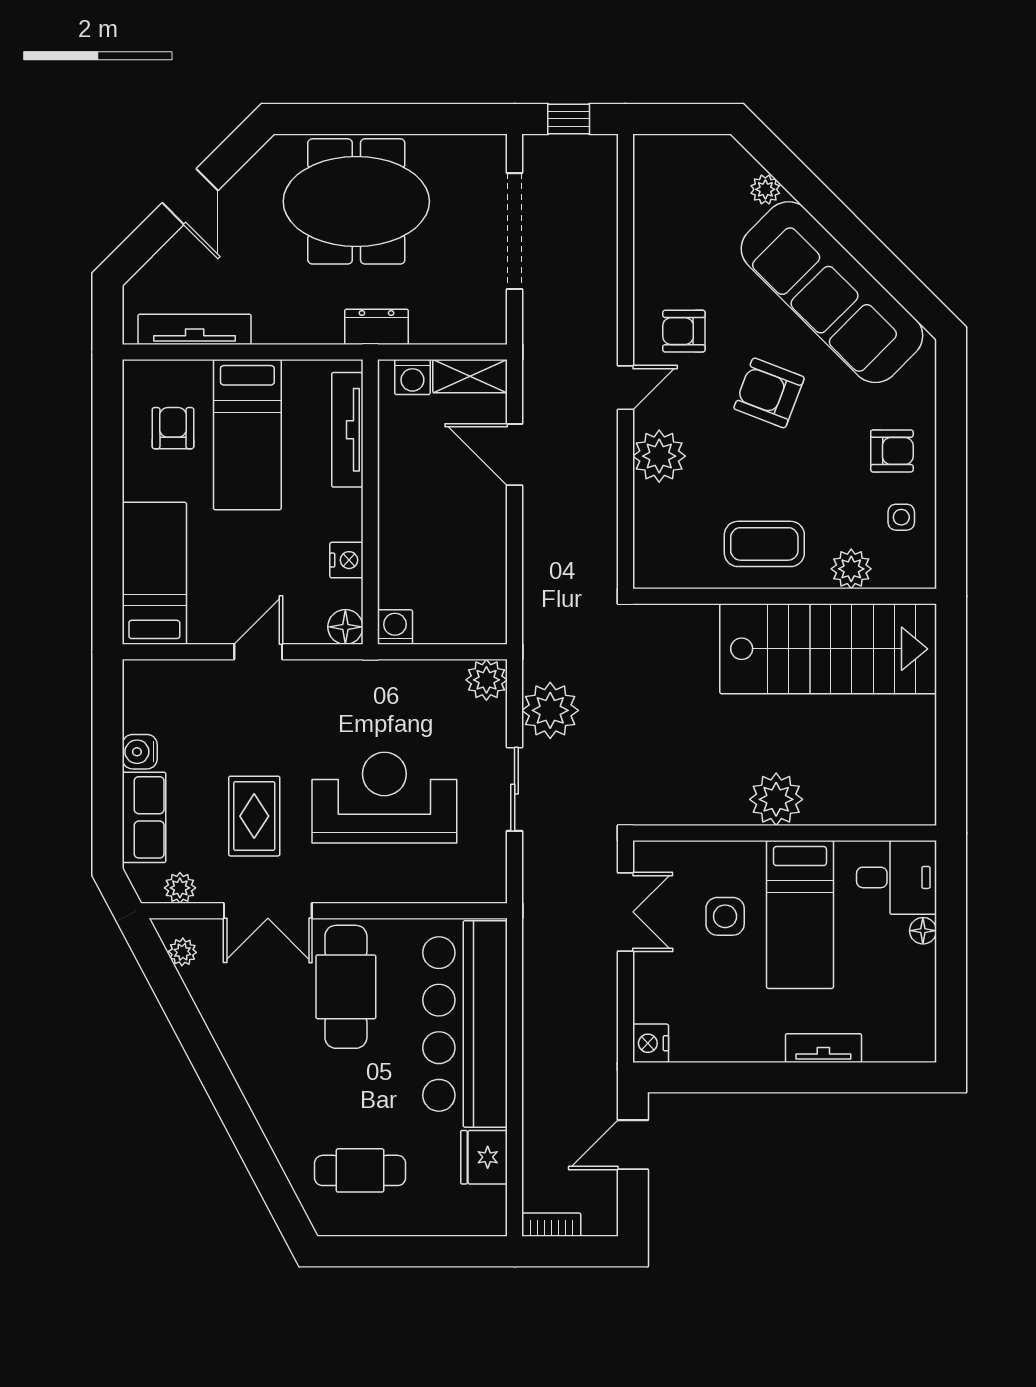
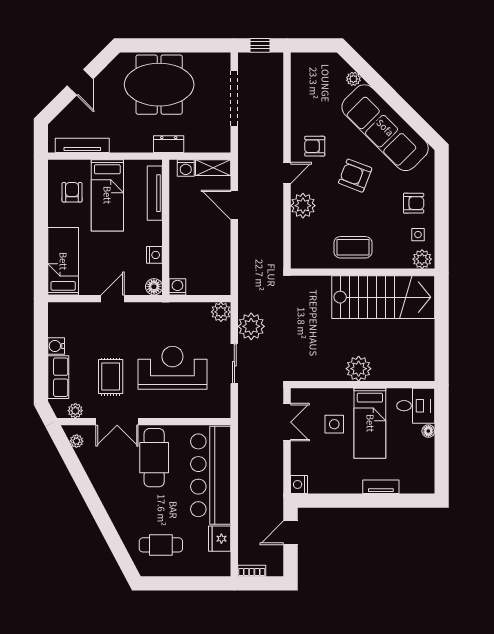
plant: (851, 569) -> (422, 259), moved

